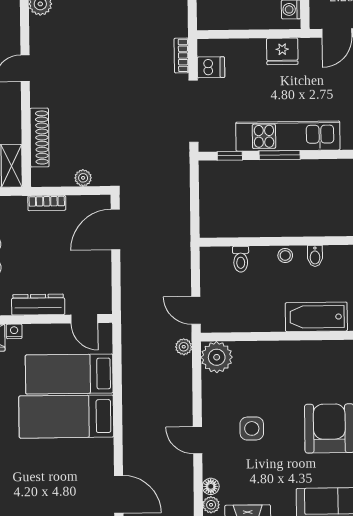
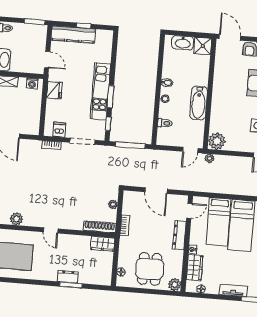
doorway: (193, 111) -> (82, 141), width x0.73
shoe rack: (39, 138) -> (100, 227), moved
window: (195, 199) -> (130, 145), added
door: (115, 230) -> (156, 191), moved
bathtub: (316, 317) -> (198, 103), moved

